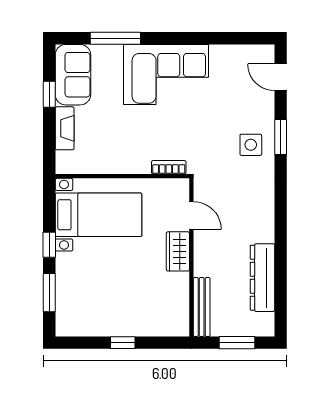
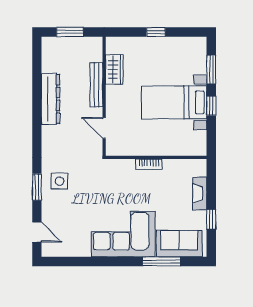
sofa: (73, 75) -> (179, 244), moved, turned 90
bookcase: (169, 167) -> (149, 164), moved
bed with nightstands: (99, 215) -> (174, 102), moved
wardrobe: (178, 251) -> (114, 69), moved
dresser: (262, 278) -> (51, 99), moved
bench: (202, 307) -> (96, 85), moved

